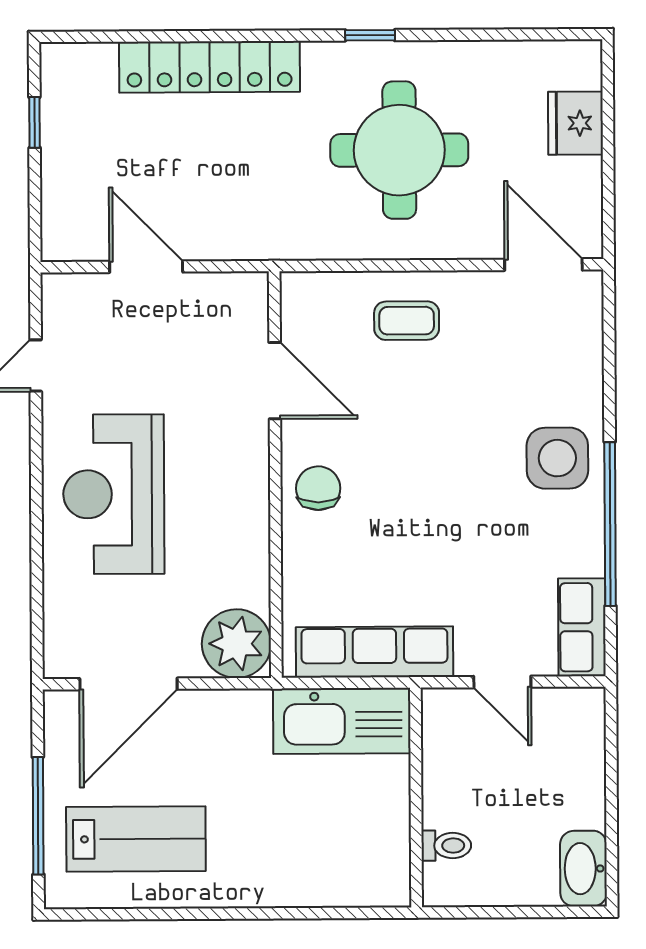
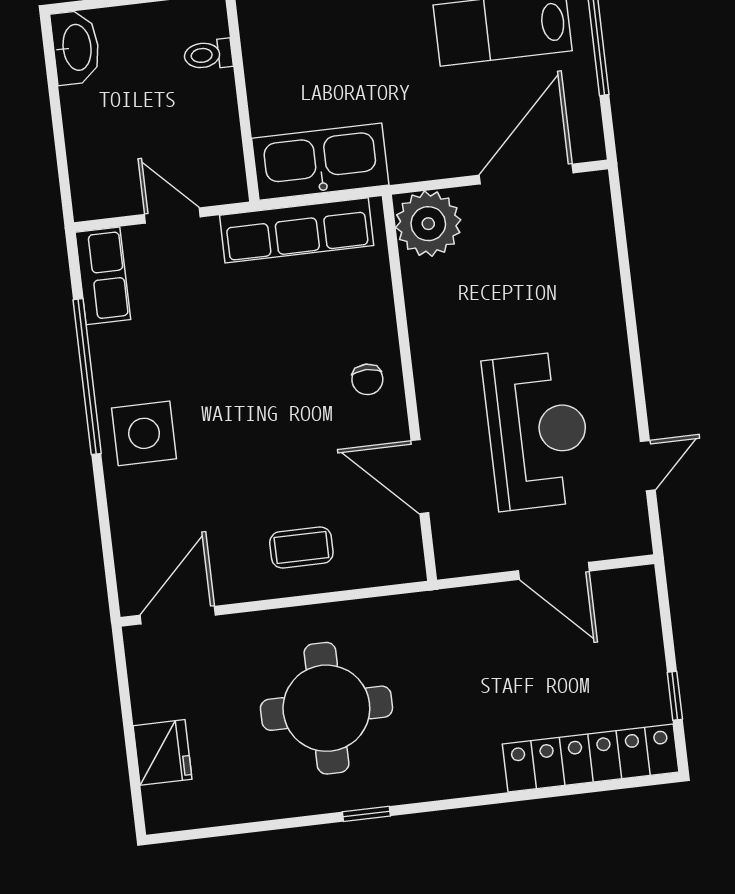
locker: (209, 67) -> (591, 758), moved
door: (543, 265) -> (178, 615), swing flipped
chair: (318, 488) -> (367, 379), width x0.73, depth x0.73
reception desk: (114, 494) -> (537, 431), moved

